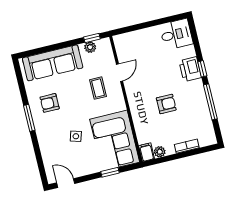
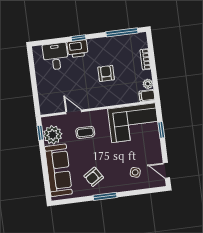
desk: (176, 34) -> (56, 56), moved
plant: (90, 47) -> (53, 135), width x1.87, depth x1.87
window: (210, 102) -> (122, 32), moved
armchair: (50, 103) -> (94, 177), turned 57
side table: (76, 136) -> (135, 172), moved
door: (66, 183) -> (166, 170), hinge flipped

